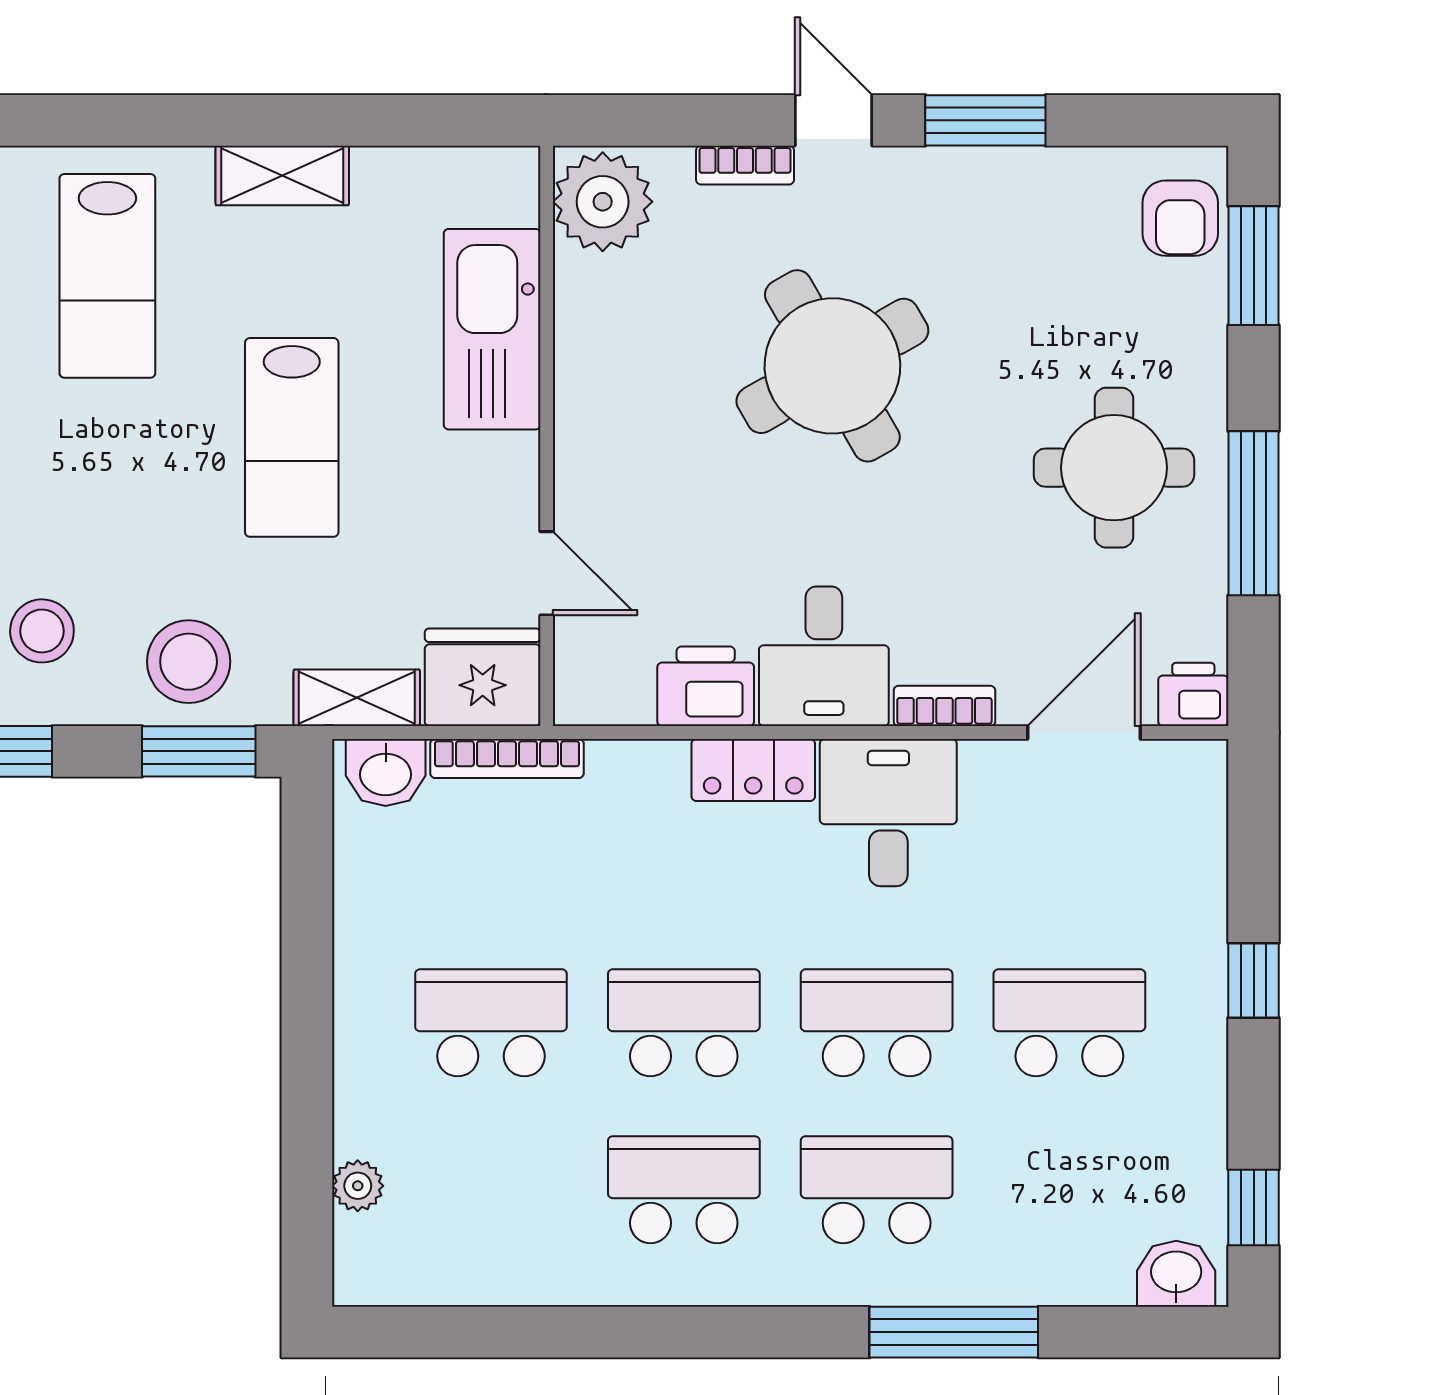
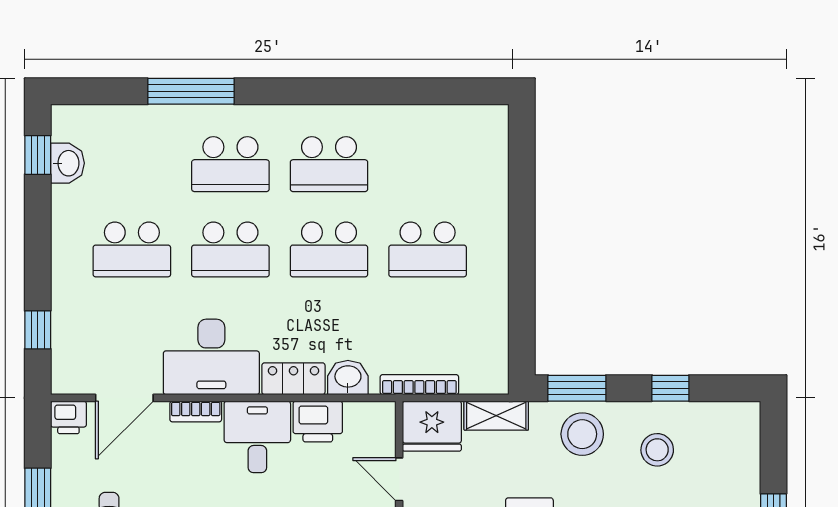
washbasin: (386, 772) -> (348, 377), moved
desk: (888, 813) -> (211, 357), width x1.37
window: (1254, 980) -> (38, 330), moved
plant: (358, 1186) -> (496, 166), removed
washbasin: (1176, 1274) -> (67, 163), moved, turned -90

